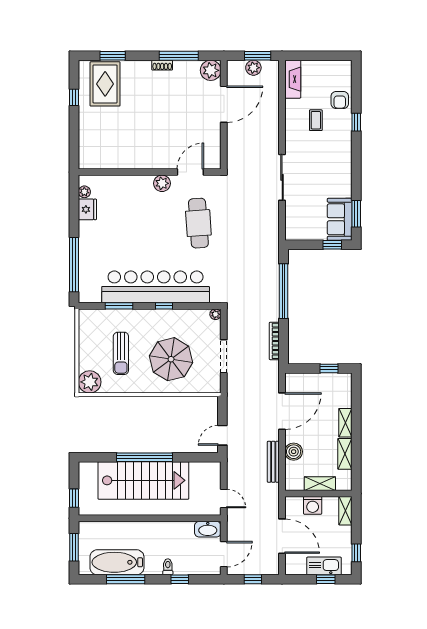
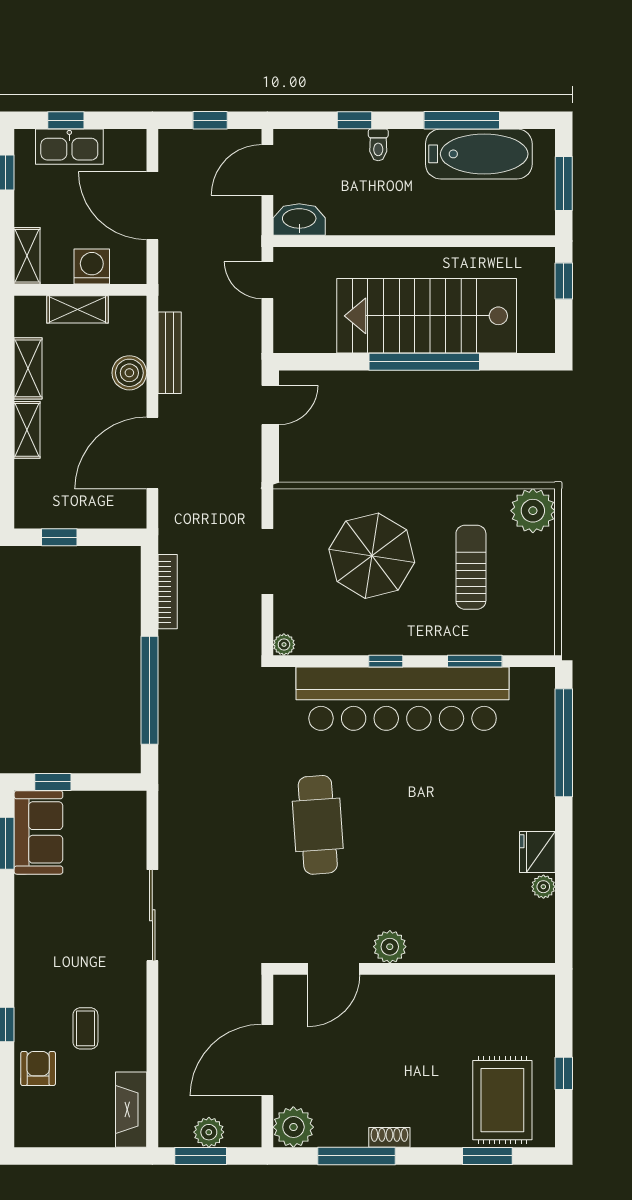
wall: (150, 172) -> (414, 969), moved
door: (190, 172) -> (334, 969), moved
plant: (162, 183) -> (390, 947), moved

